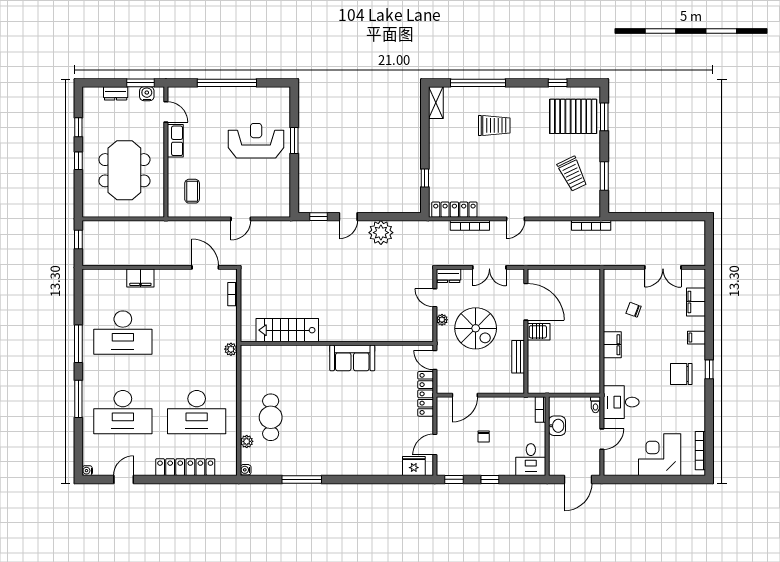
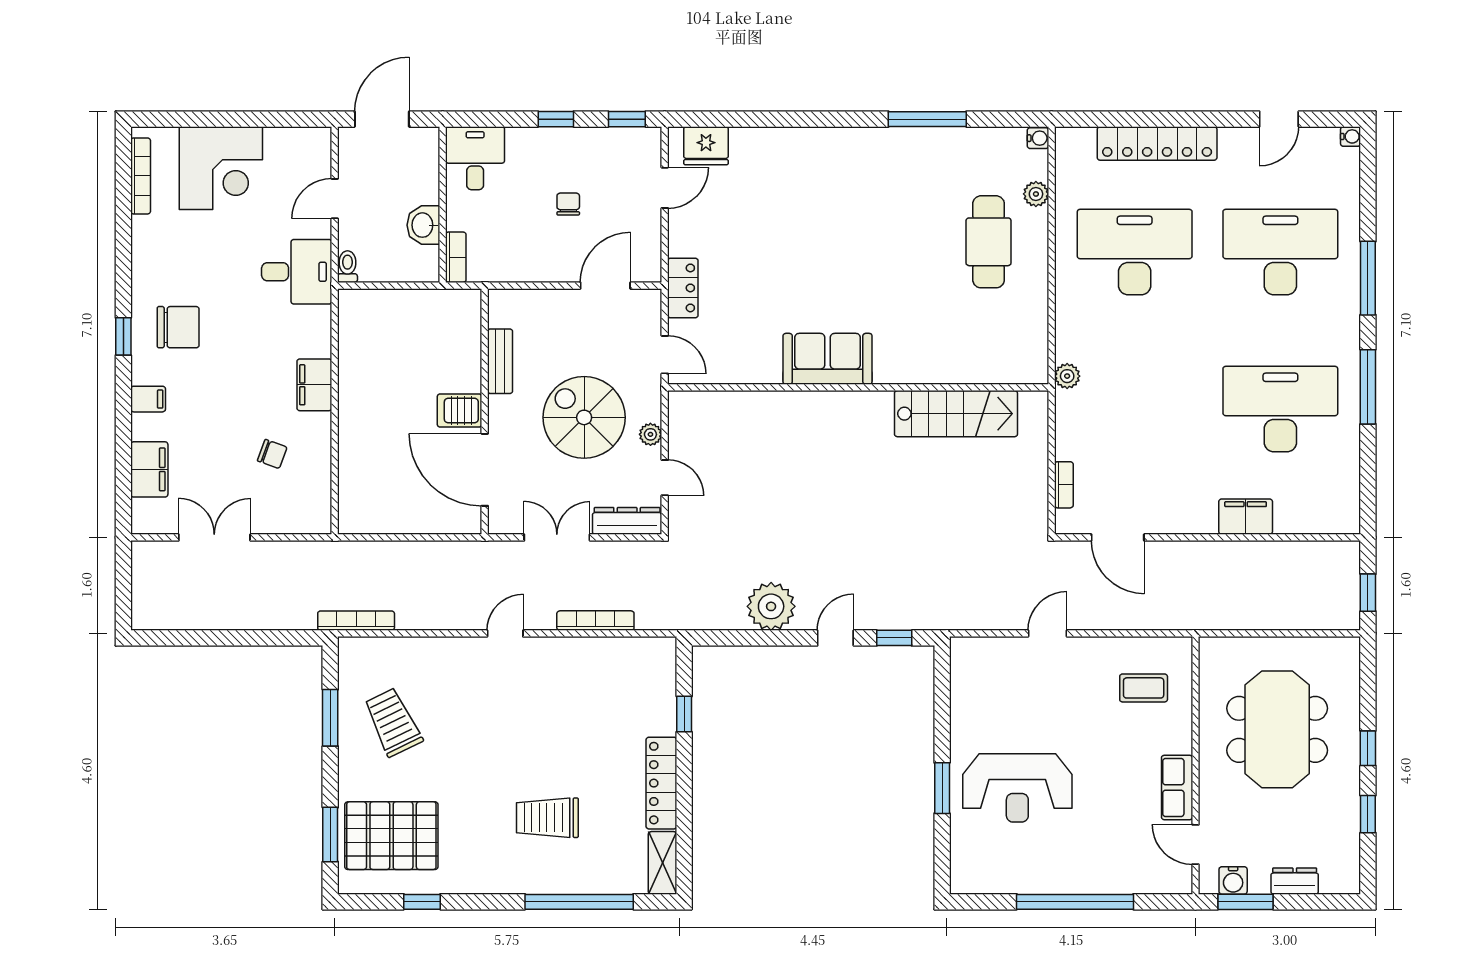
coffee table: (192, 191) -> (1144, 688), turned 90
locker: (454, 210) -> (661, 783), moved, turned 90
dresser: (448, 276) -> (627, 521), width x1.44
locker: (426, 394) -> (683, 288), width x0.66

